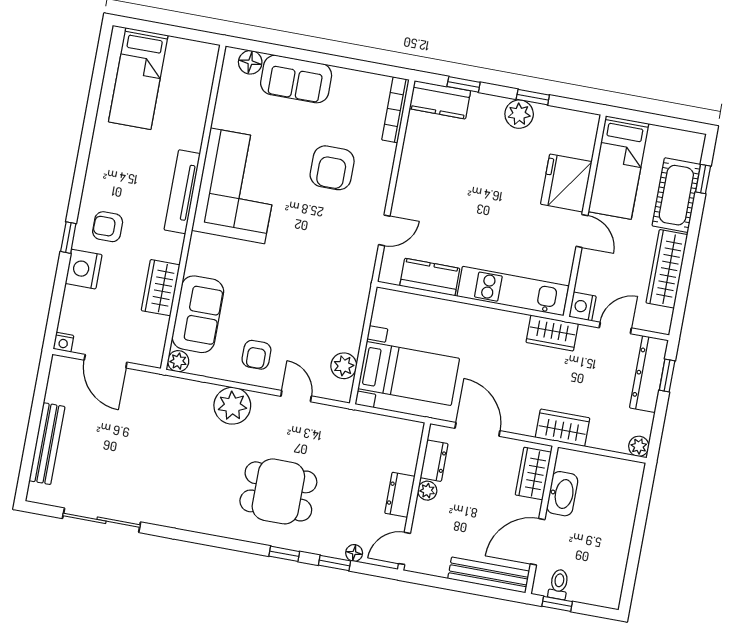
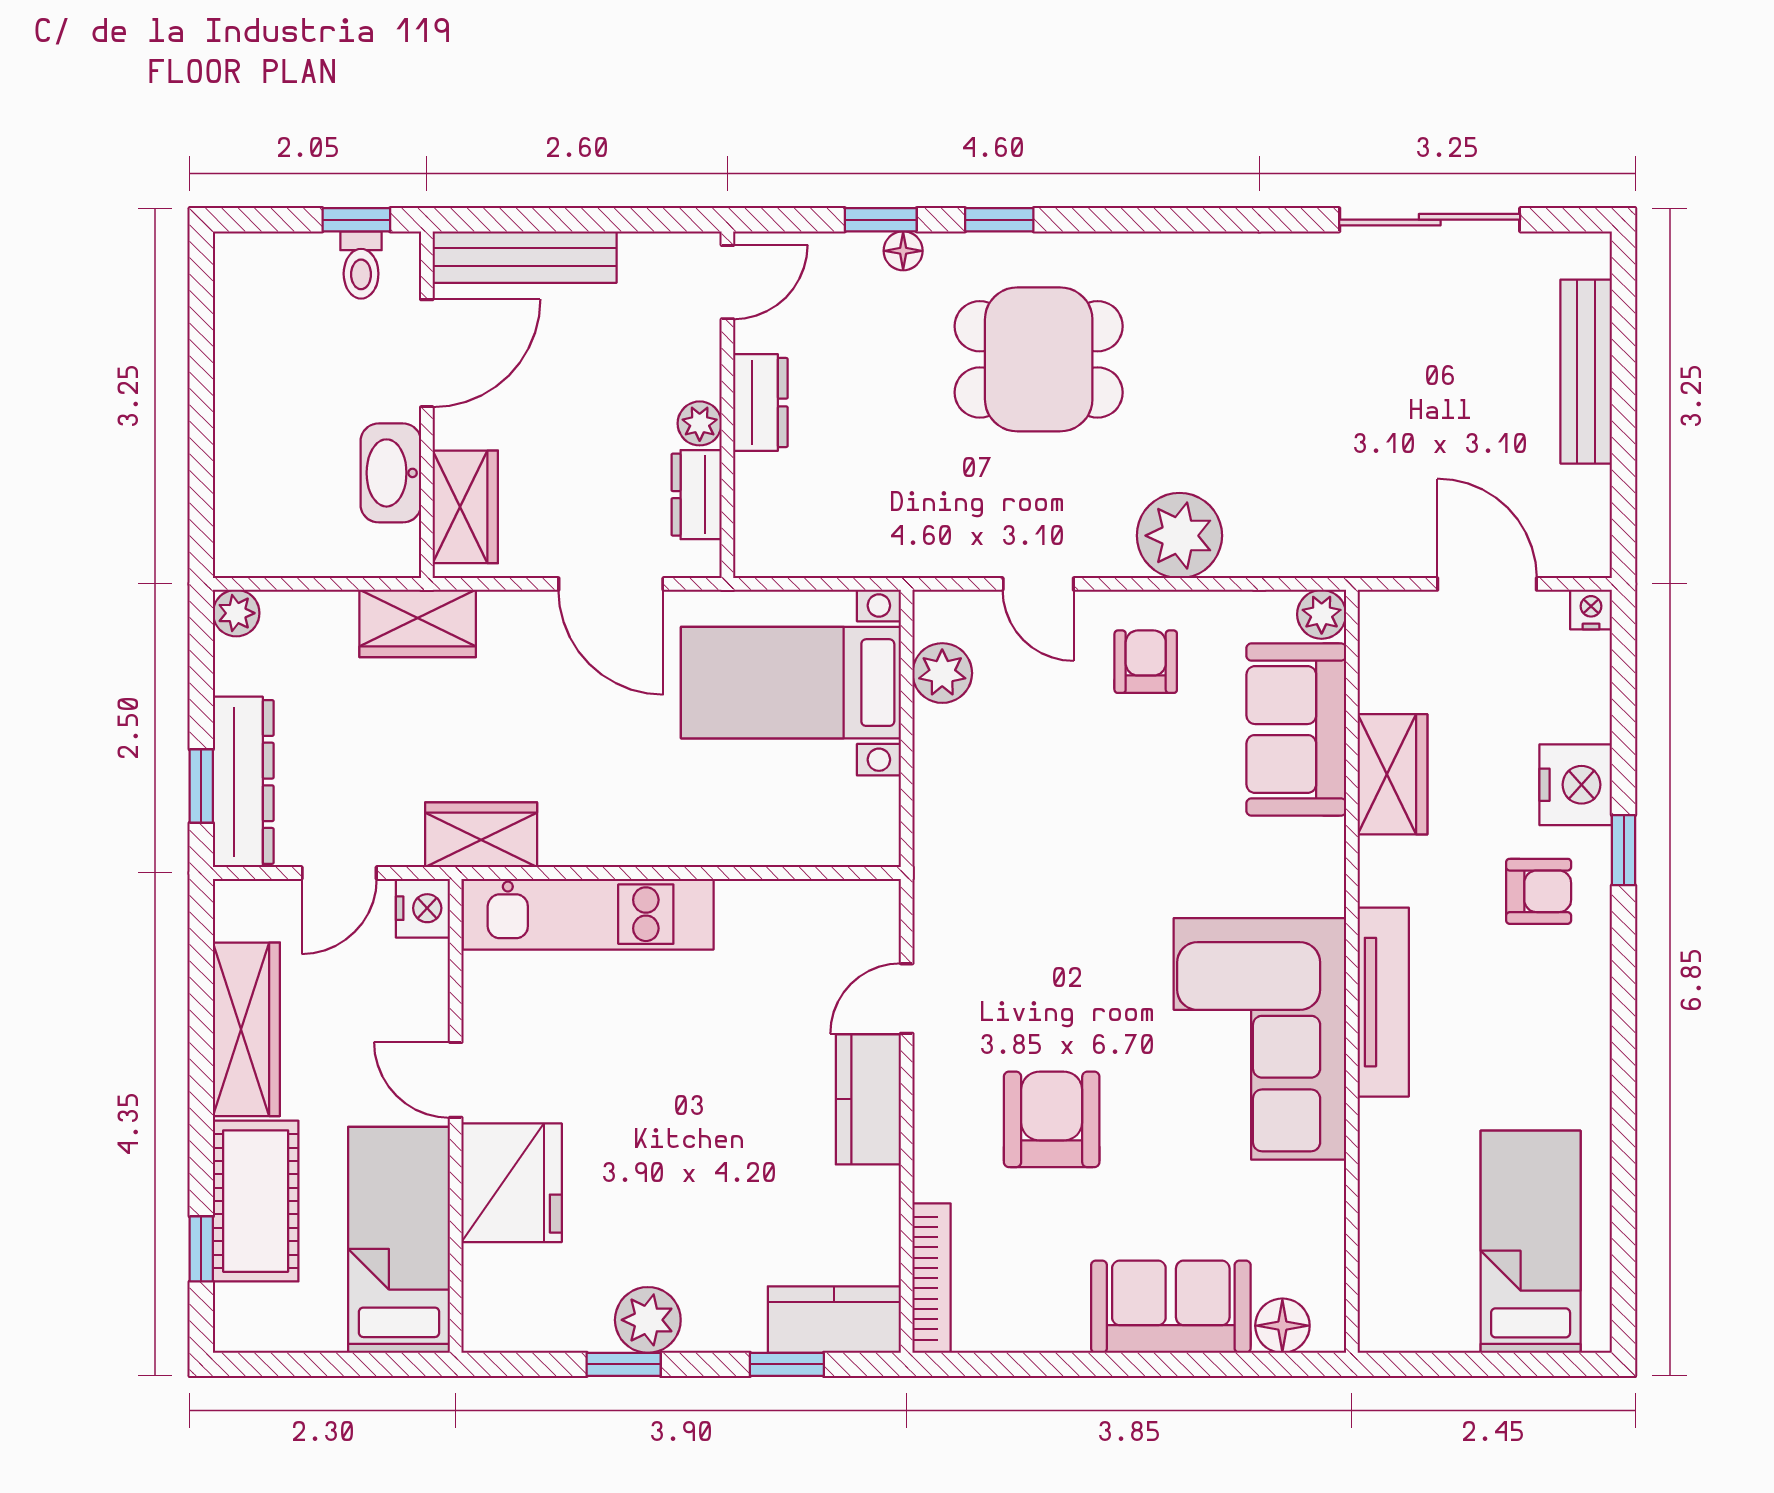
kitchen counter: (430, 277) -> (868, 1099), moved, turned 90
floor lamp: (354, 553) -> (903, 251), moved

